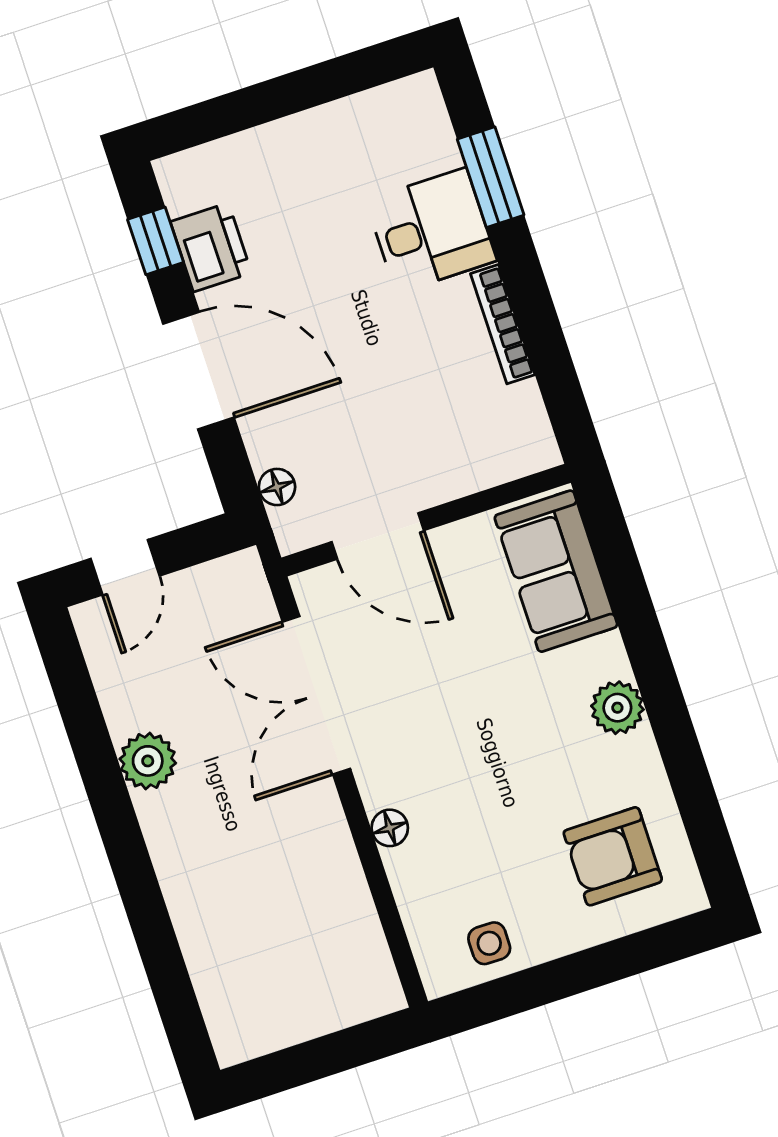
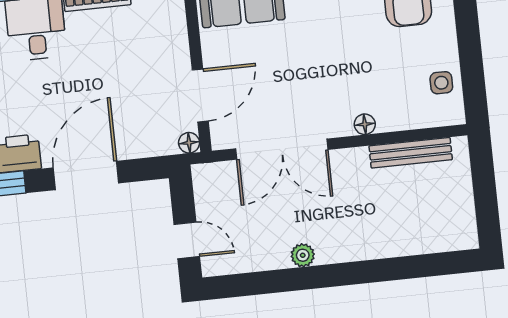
floor lamp: (277, 487) -> (189, 143), moved
plant: (148, 761) -> (303, 255), width x0.73, depth x0.73
bench: (358, 917) -> (411, 153), added

